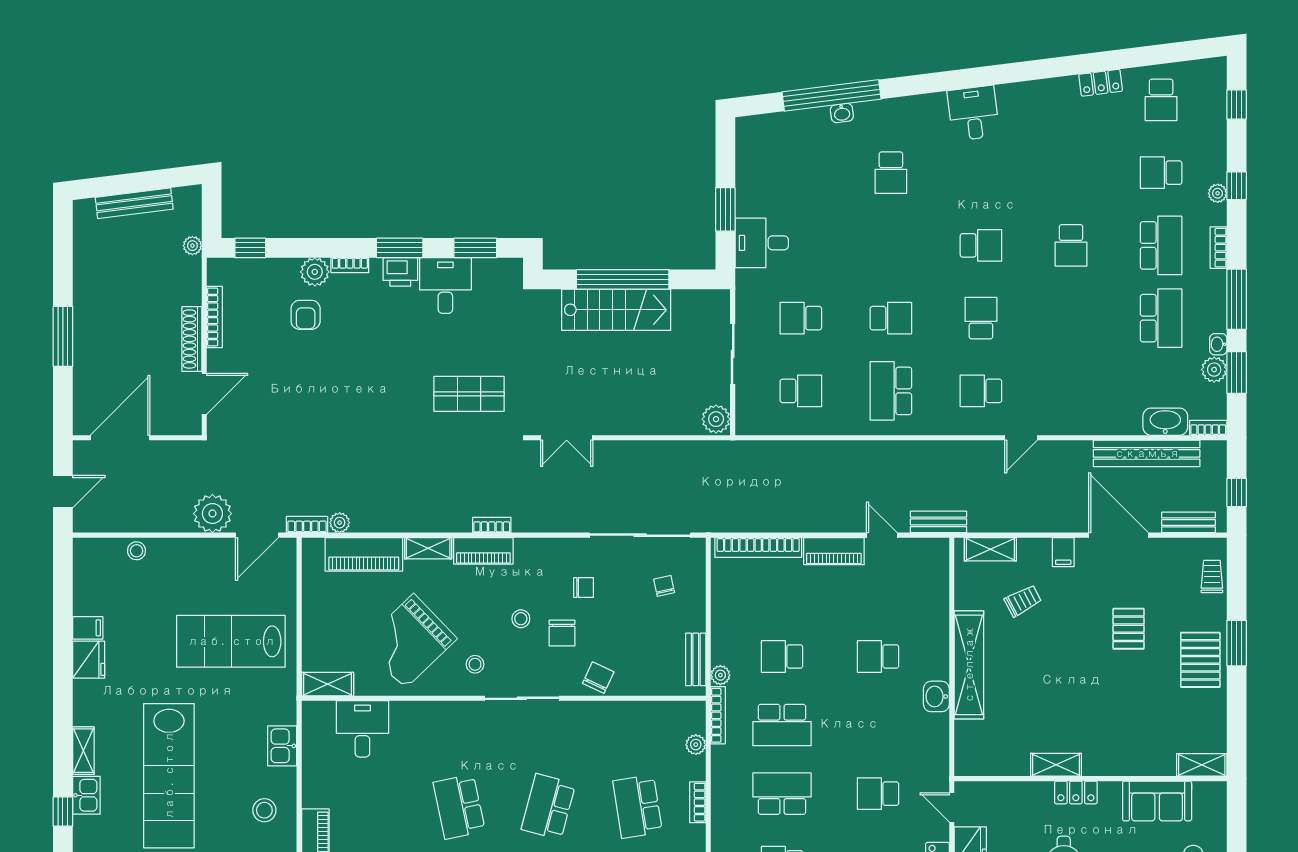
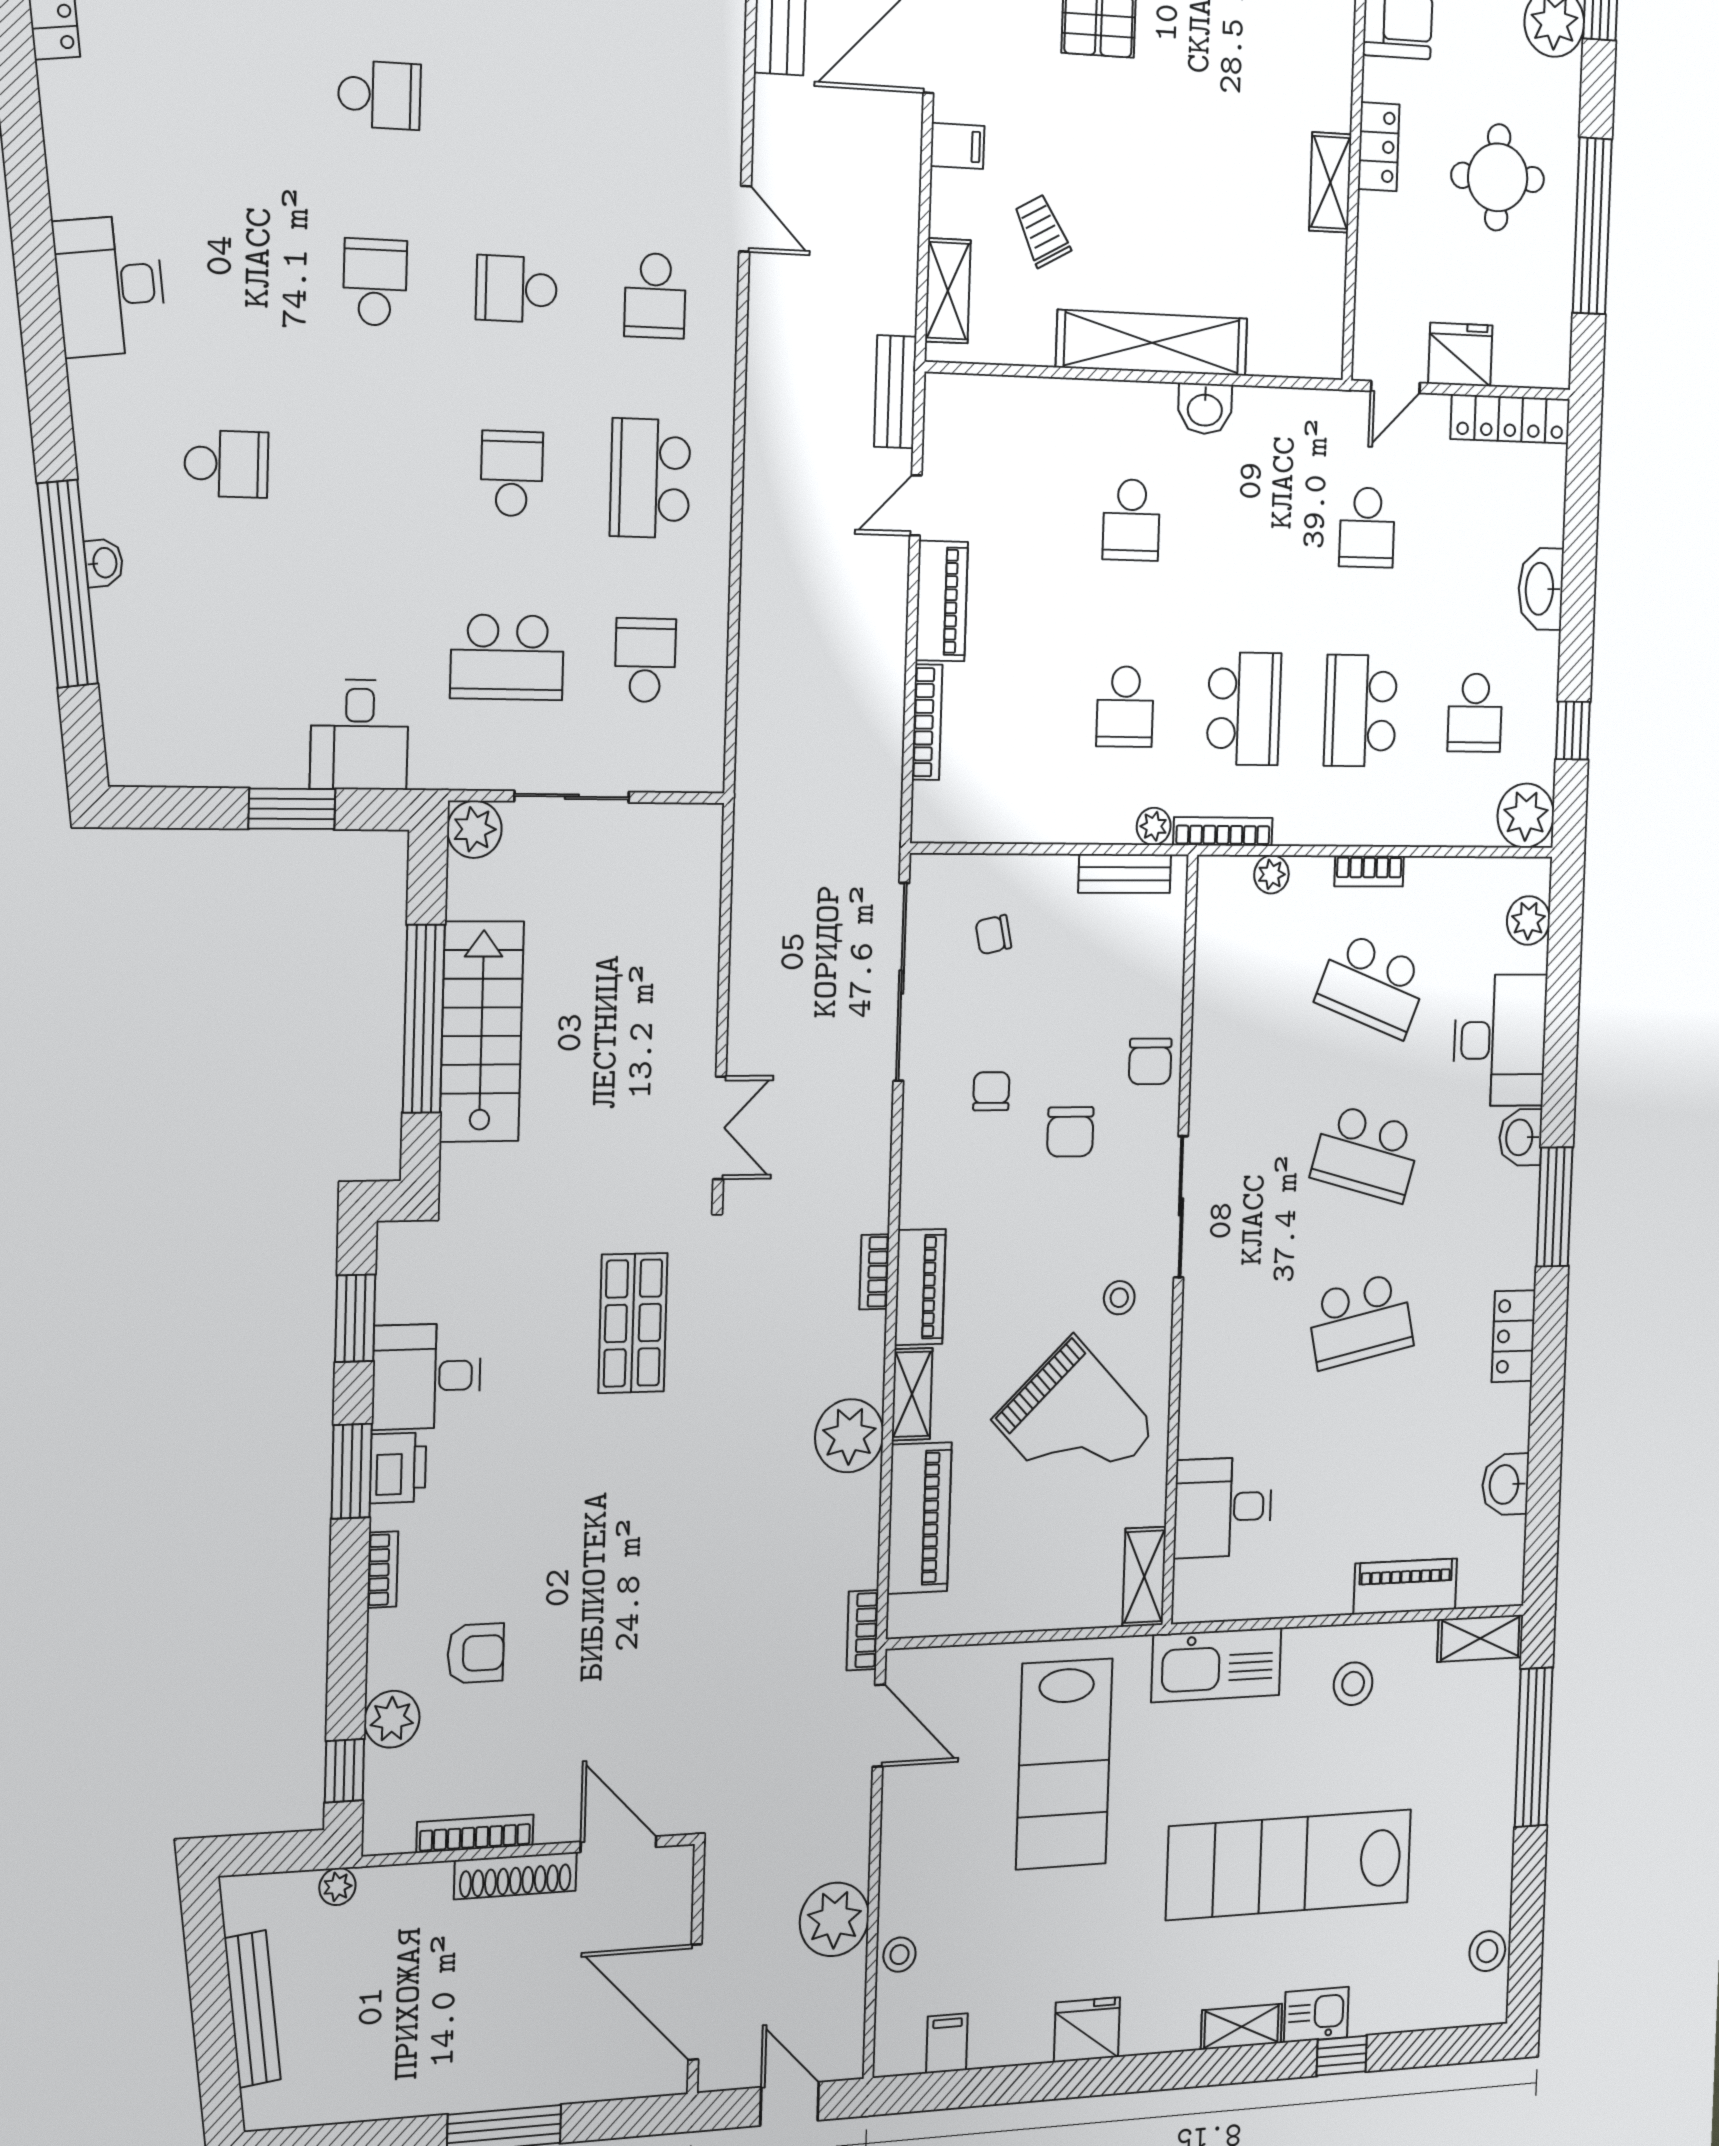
desk: (973, 113) -> (110, 286), width x1.37
plant: (315, 272) -> (392, 1719), moved
school desk: (801, 318) -> (507, 657), width x1.85
school desk: (891, 391) -> (650, 478), turned 90
plant: (716, 419) -> (474, 829), moved
plant: (212, 514) -> (834, 1919), moved
plant: (340, 523) -> (849, 1436), moved, width x1.87, depth x1.87
bookcase: (758, 547) -> (927, 722), width x0.68, depth x0.76
stool: (521, 619) -> (1043, 1212), removed
filing cabinet: (88, 628) -> (947, 2043), moved
chair: (562, 633) -> (1070, 1132), turned 90
chair: (598, 678) -> (1150, 1061), turned -115
kitchen sink: (282, 746) -> (1216, 1665), width x1.87, depth x1.24
lab bench: (169, 776) -> (1289, 1865), turned 180
school desk: (638, 807) -> (1372, 985), turned 30

